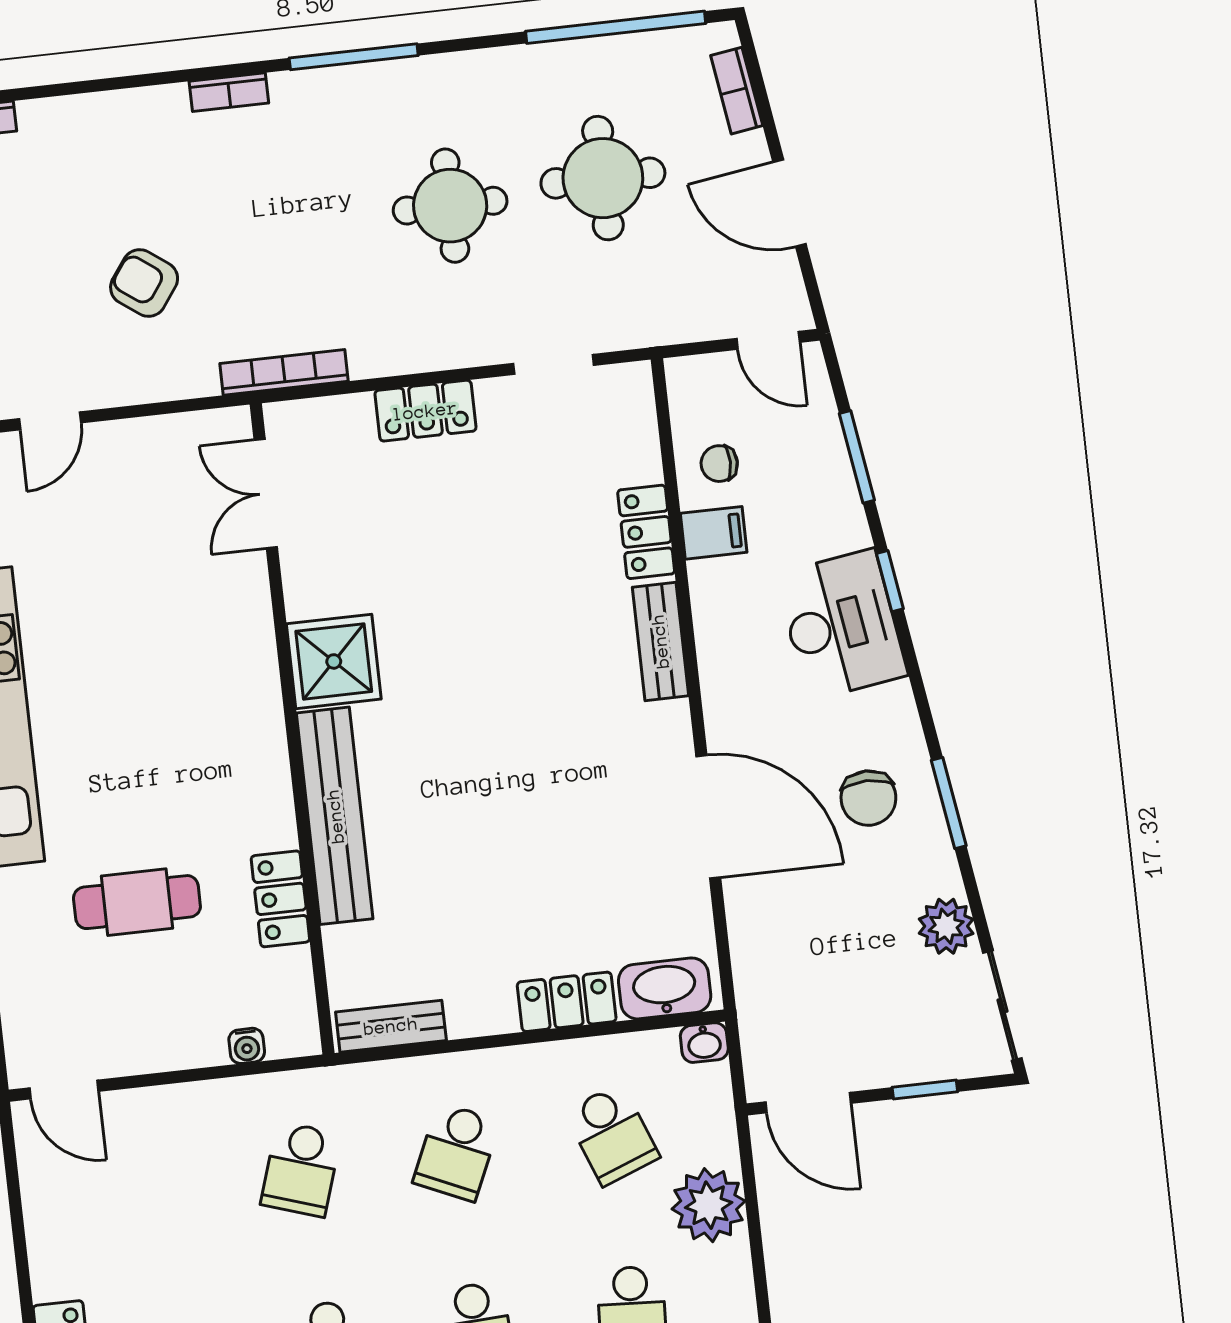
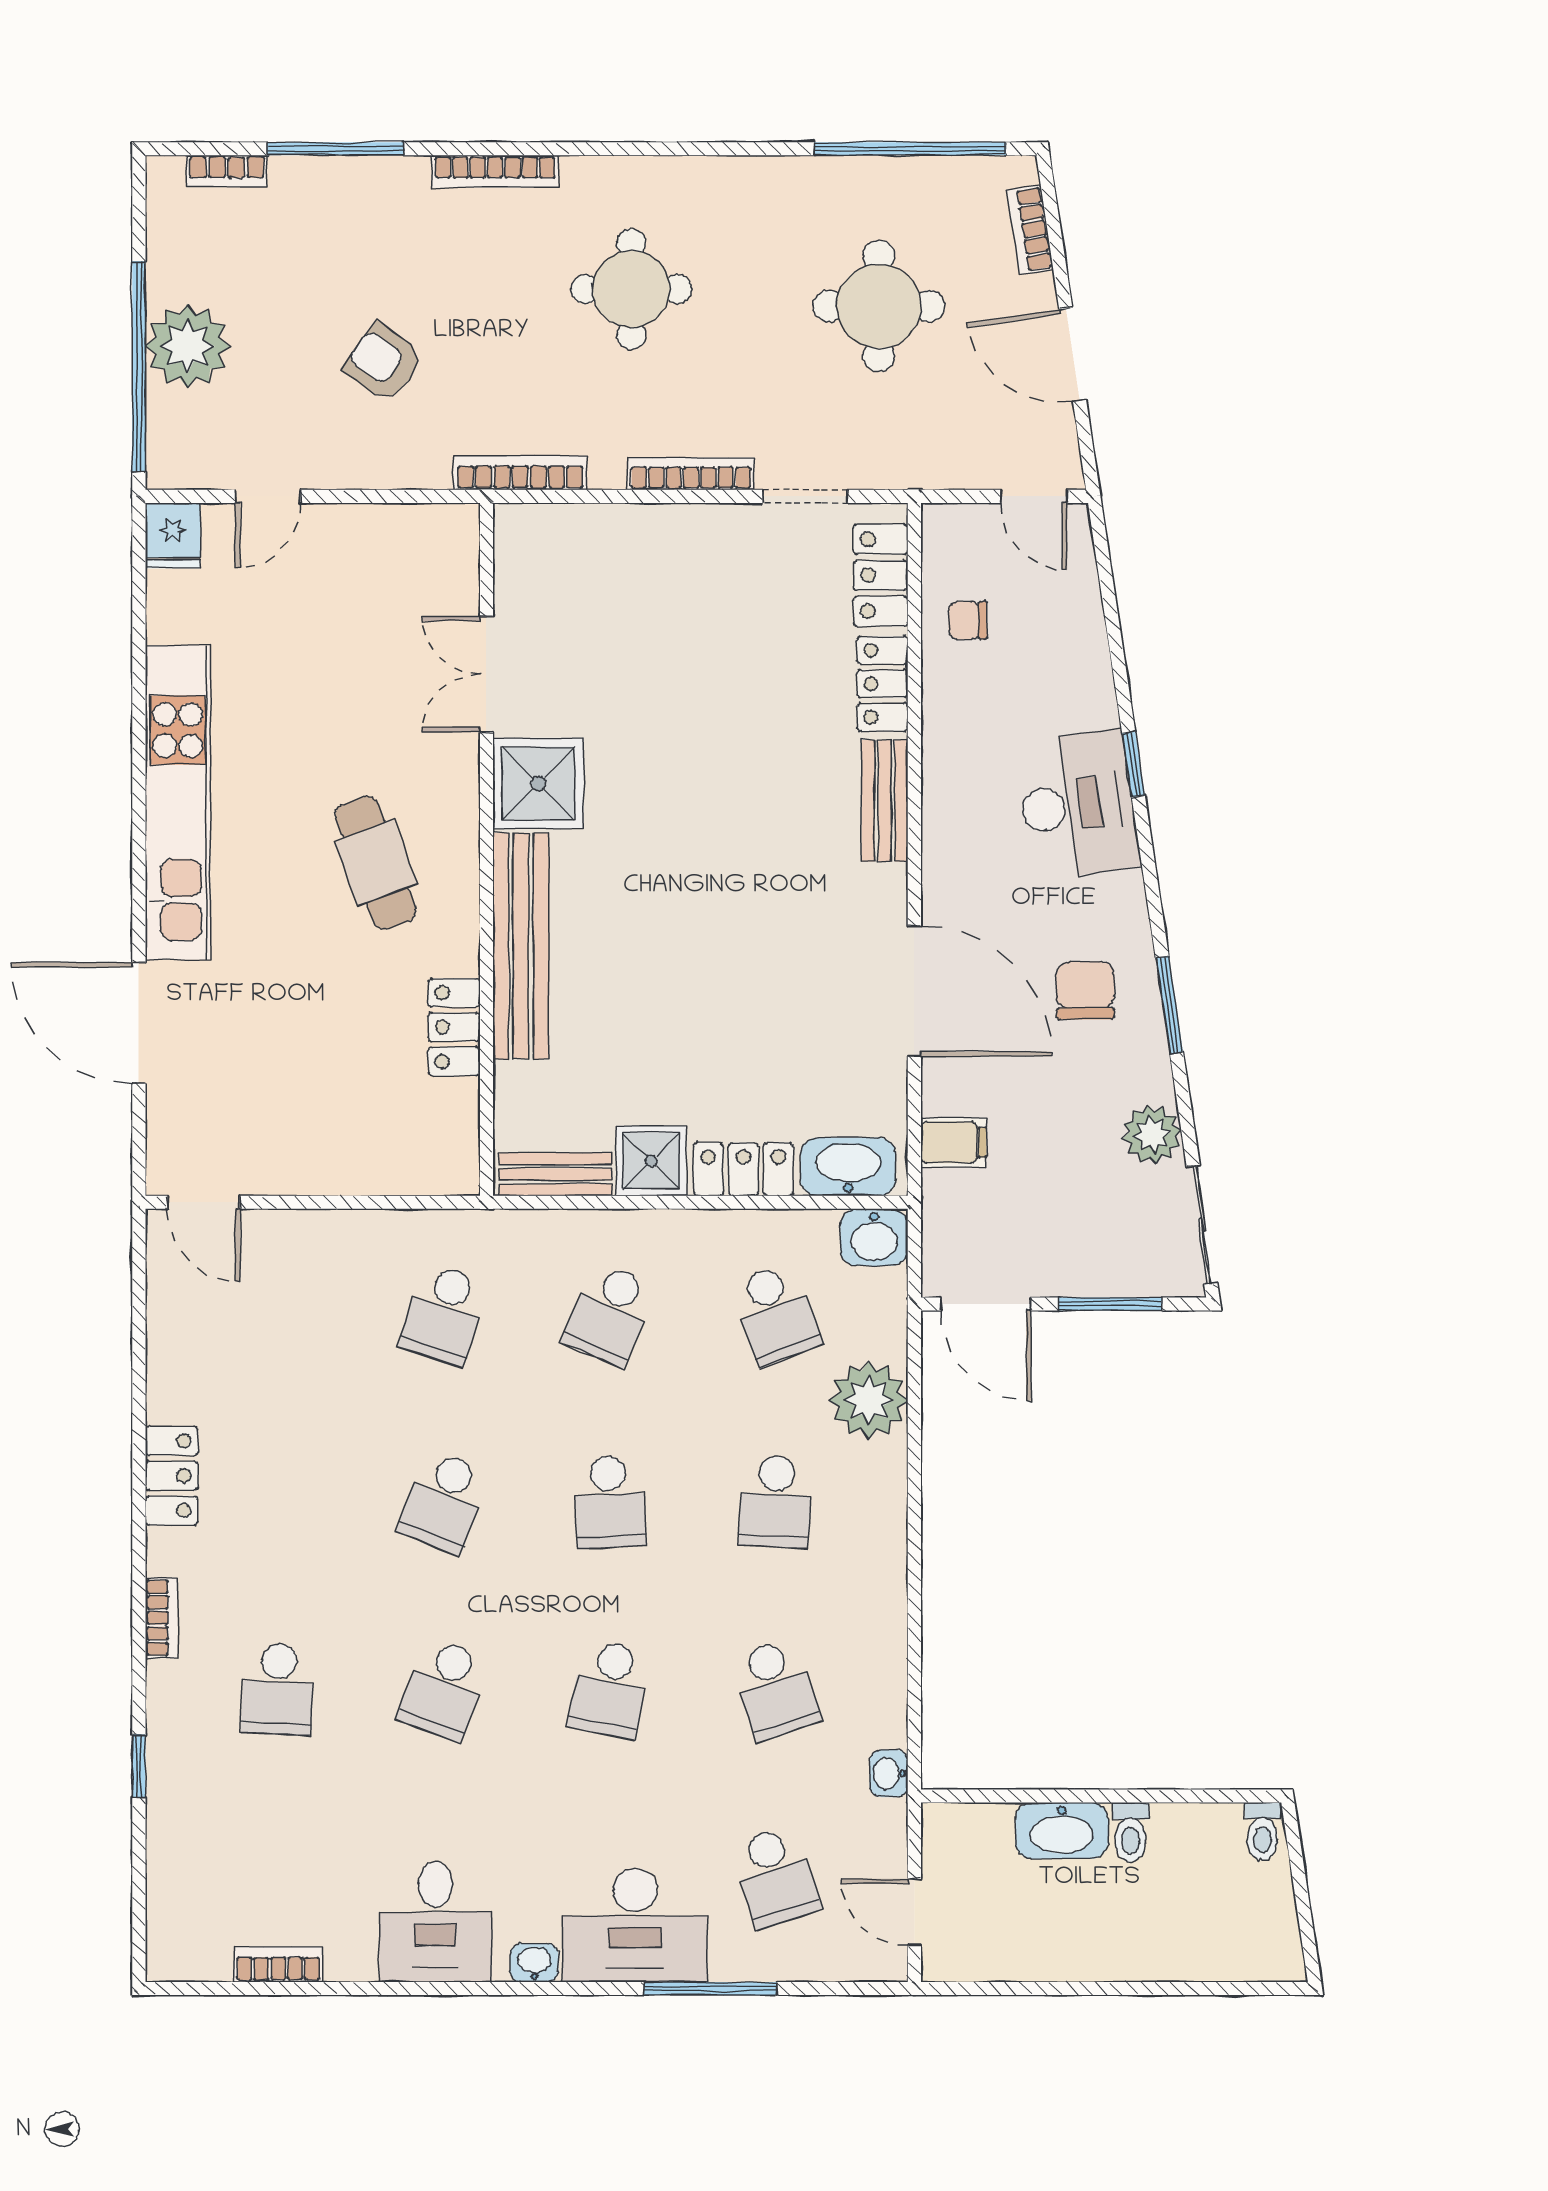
window: (354, 57) -> (336, 149), moved
bookcase: (229, 92) -> (495, 171), width x1.56
round table: (450, 206) -> (631, 289), moved
bookcase: (444, 355) -> (691, 474), added
locker: (425, 411) -> (881, 575), moved, turned 90
window: (857, 457) -> (1113, 630), removed
double door: (266, 494) -> (486, 674), moved
filing cabinet: (714, 533) -> (954, 1142), moved
chair: (868, 798) -> (1085, 990), turned 180
cafe table: (137, 902) -> (376, 863), moved, turned 70
shower: (479, 1004) -> (651, 1161), added
washbasin: (704, 1043) -> (874, 1237), width x1.38, depth x1.45
water cooler: (247, 1046) -> (401, 1178), removed
window: (925, 1089) -> (1110, 1304), width x1.50

